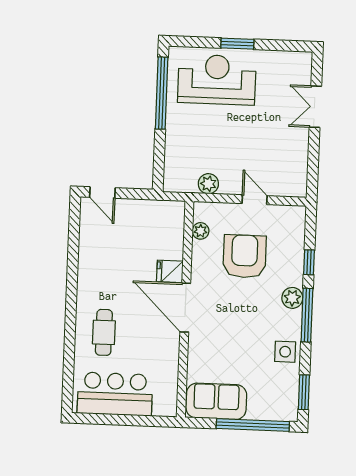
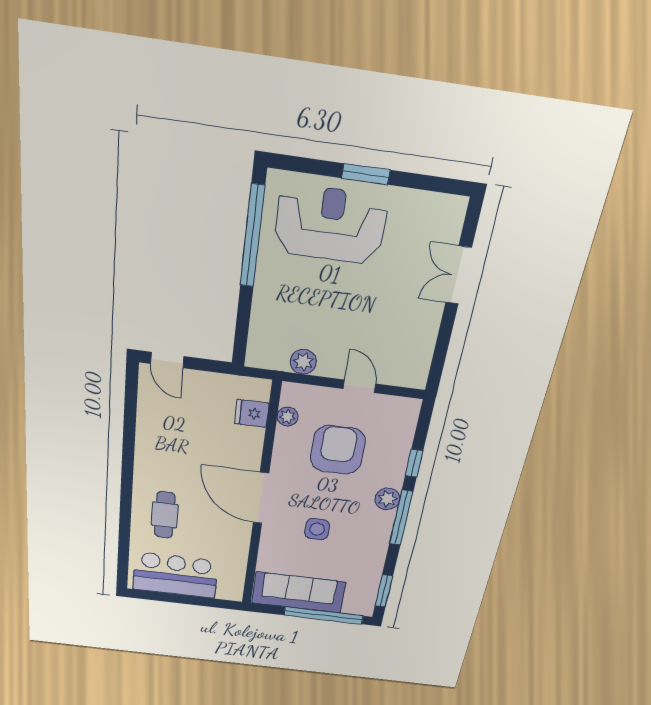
fridge: (170, 271) -> (252, 413), moved
side table: (285, 352) -> (317, 529), moved
sofa: (216, 401) -> (299, 593), width x1.36

